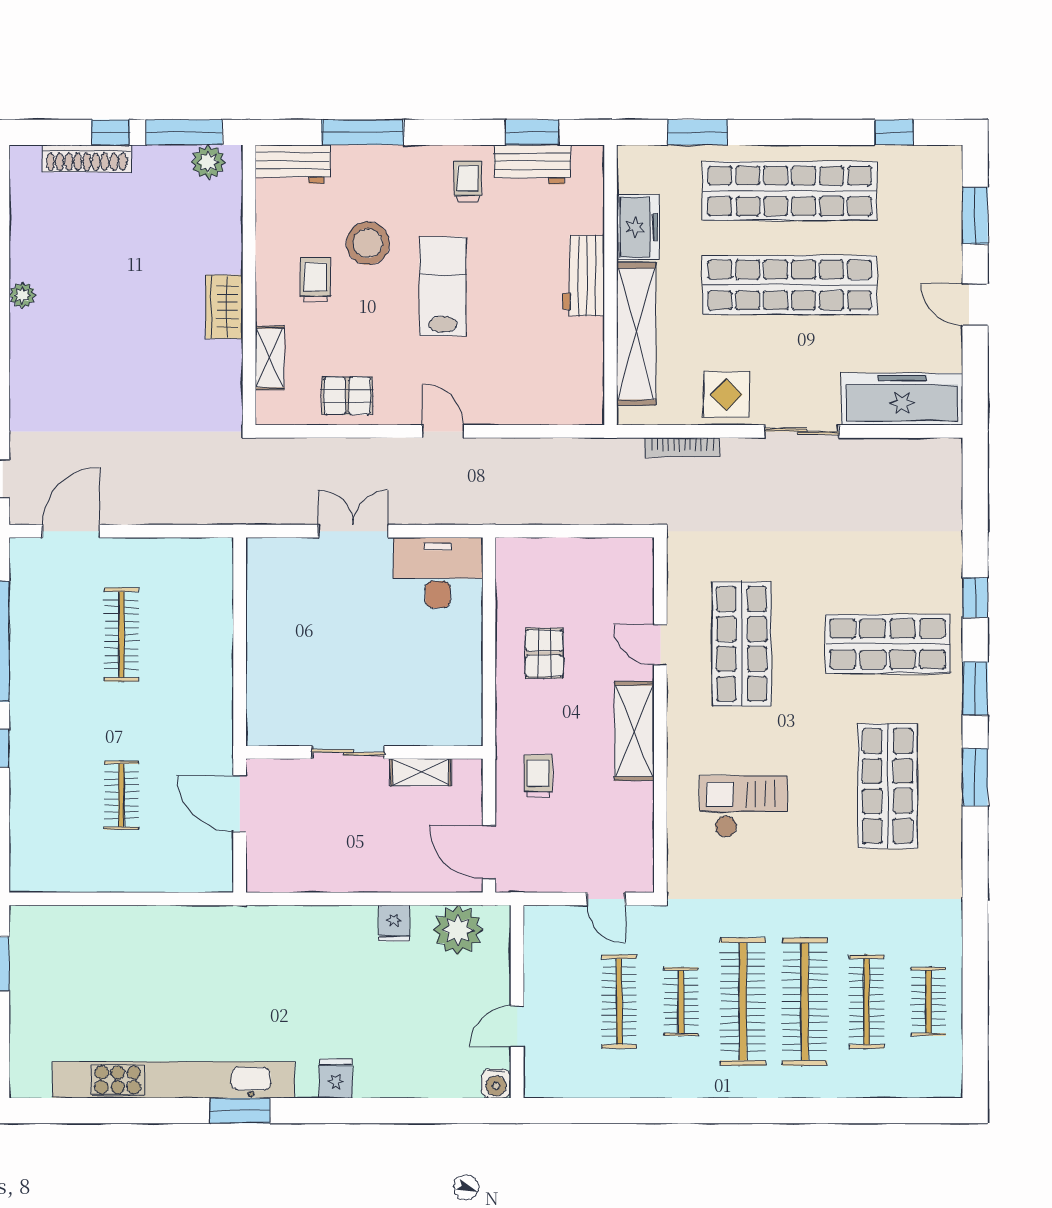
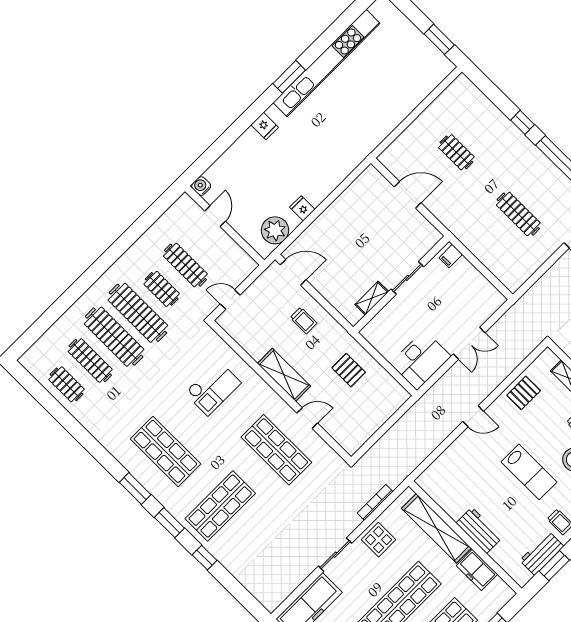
filing cabinet: (264, 668) -> (451, 256), added
sliding door: (348, 752) -> (407, 278), moved
wall: (364, 752) -> (401, 284), moved
shelving: (421, 772) -> (372, 298), moved

